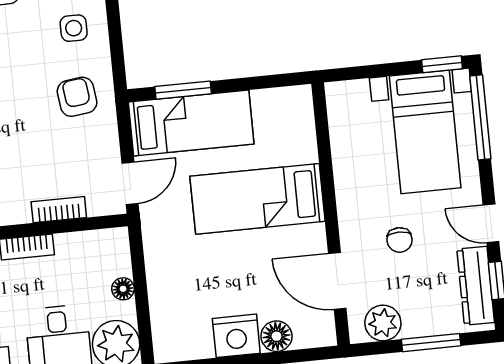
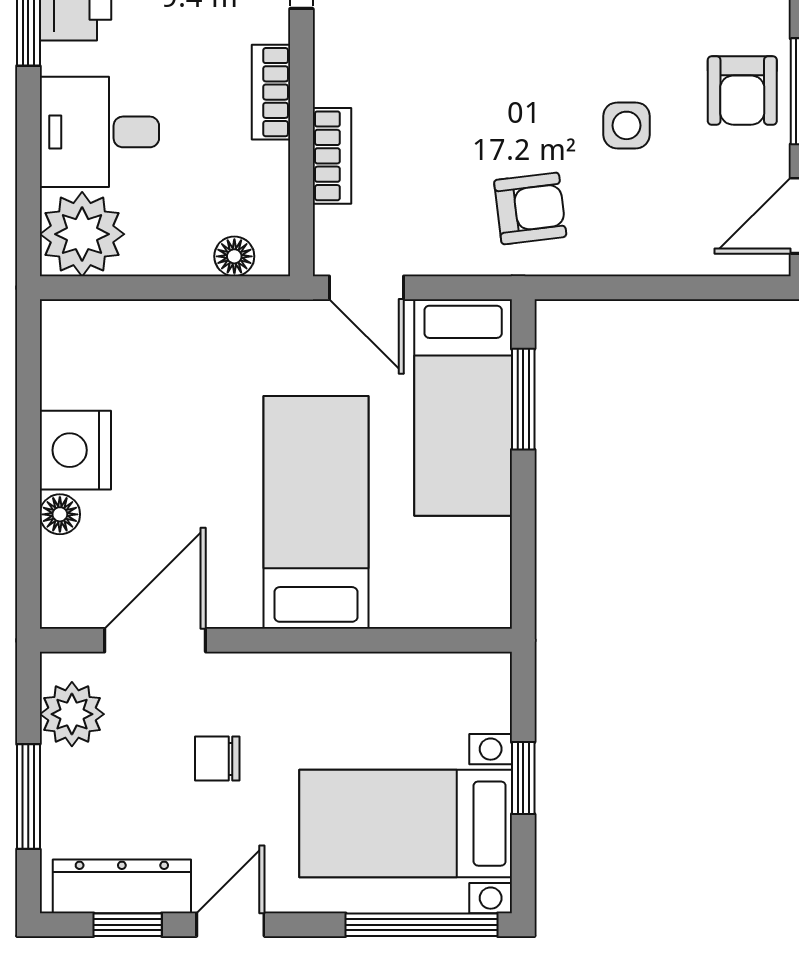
side table: (74, 28) -> (626, 125), moved
window: (442, 64) -> (523, 778), moved
floor lamp: (123, 289) -> (234, 256), moved
floor lamp: (276, 336) -> (60, 514), width x0.73, depth x0.73

